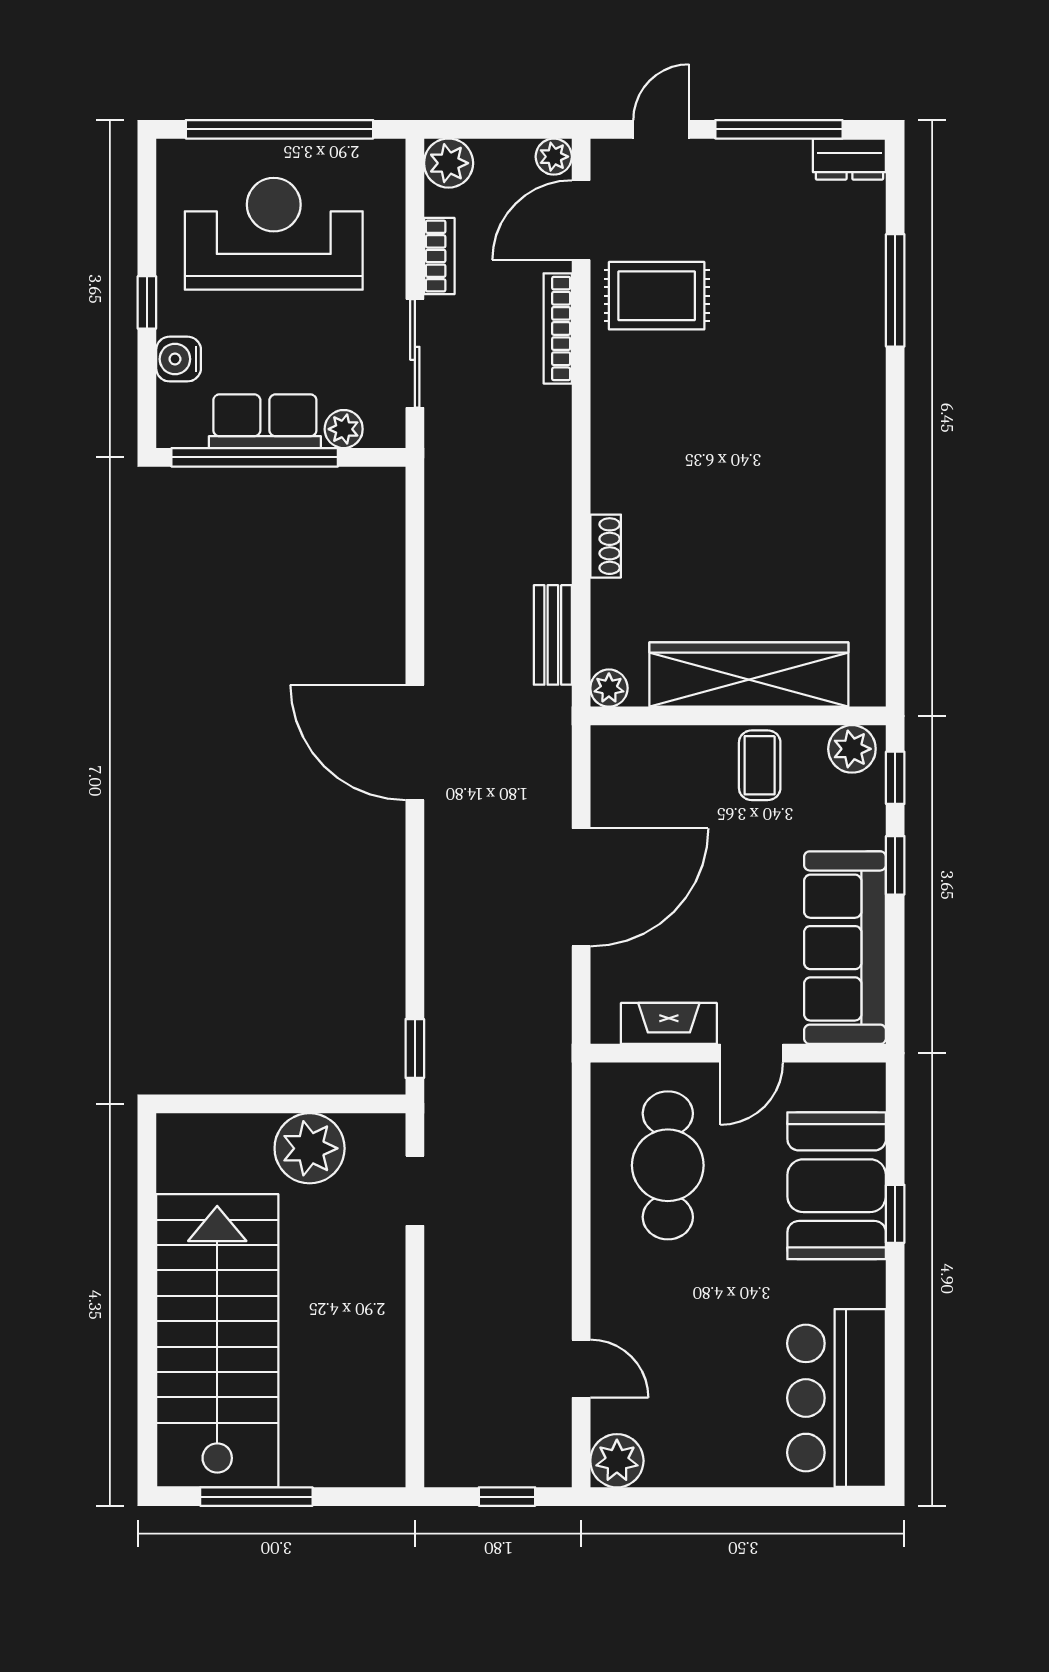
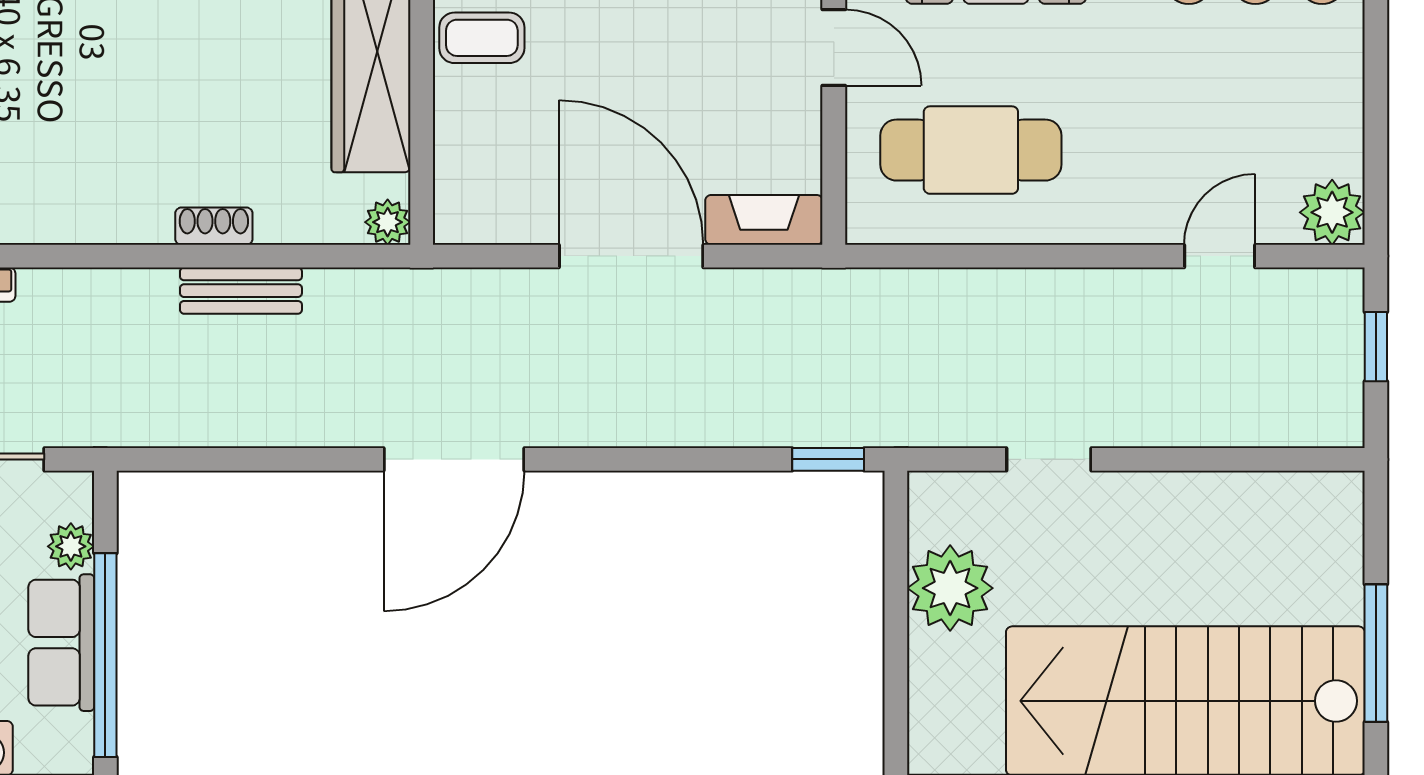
bench: (553, 635) -> (241, 291), moved
fireplace: (669, 1023) -> (764, 220), moved, turned 90
doorway: (415, 1191) -> (1049, 459), moved

